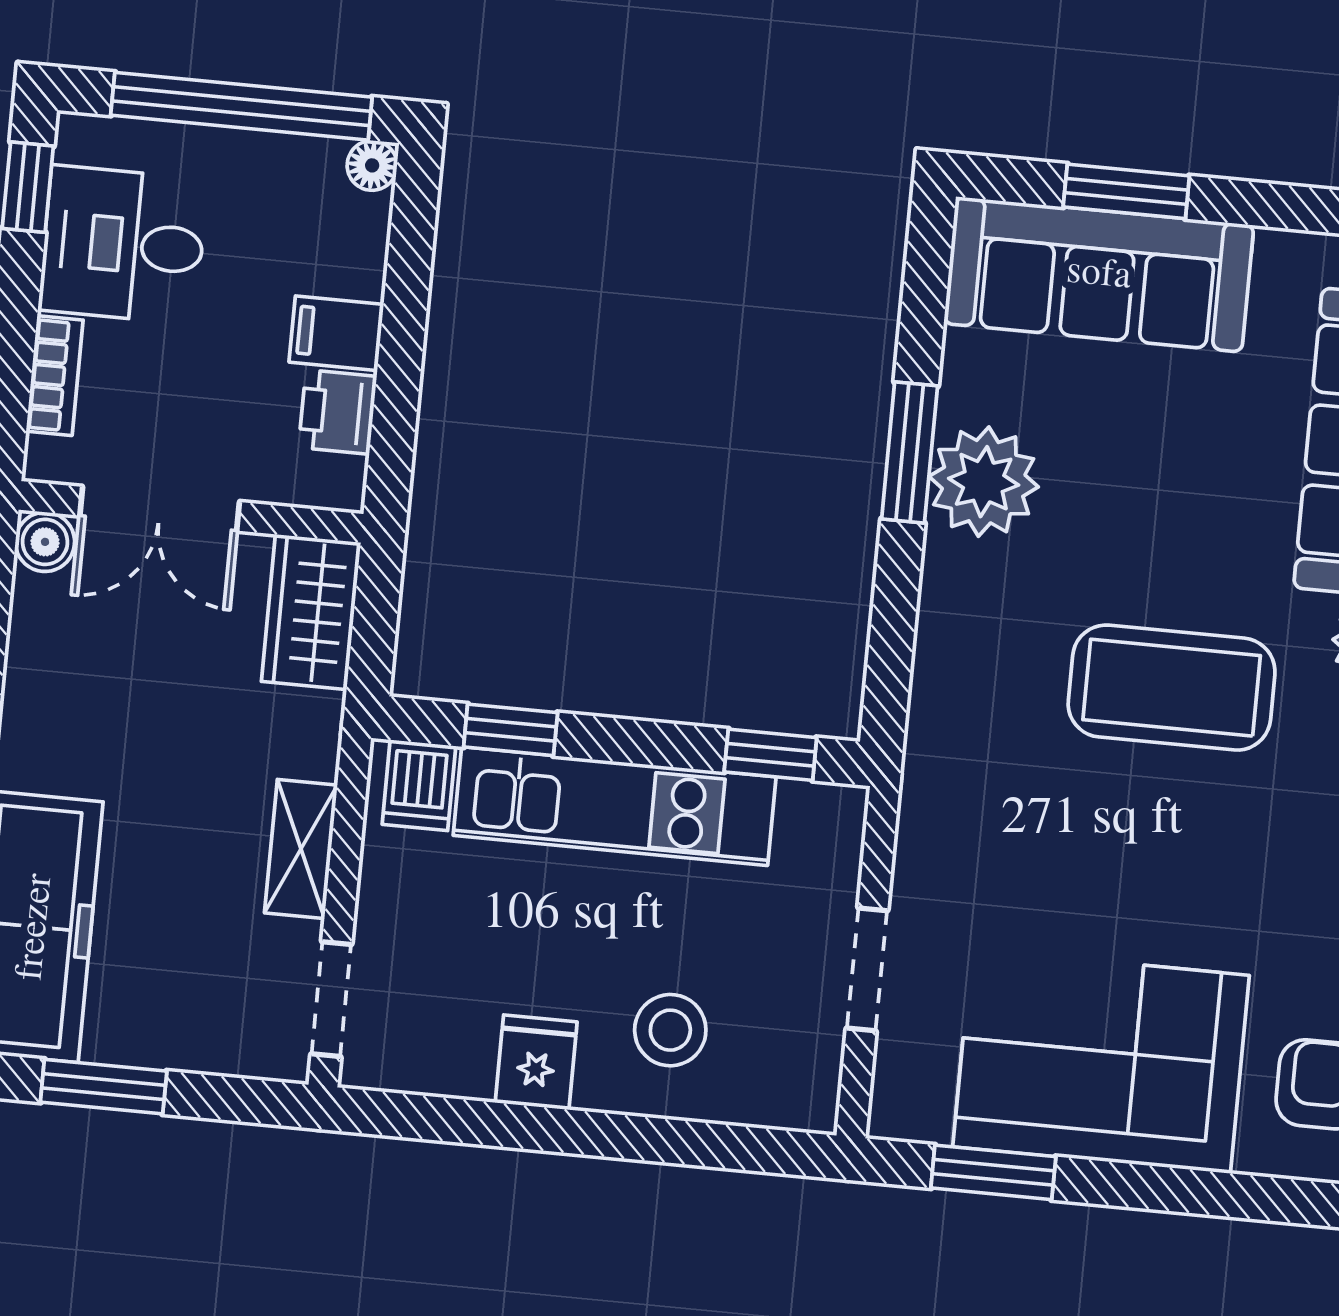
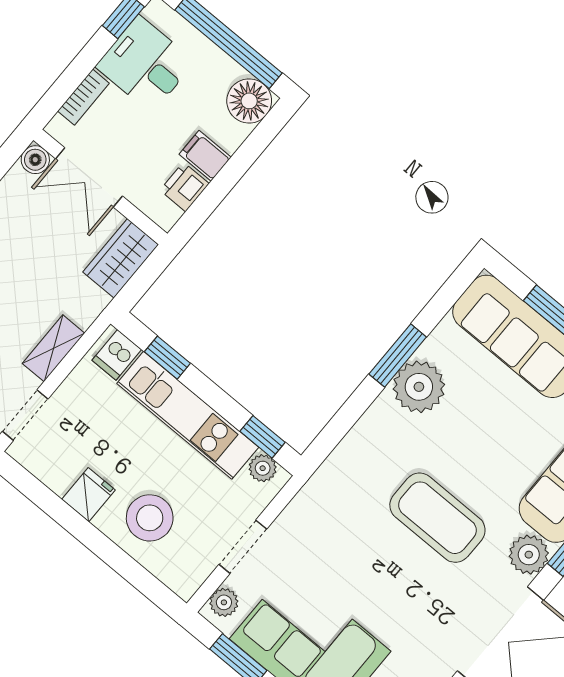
floor lamp: (372, 165) -> (249, 101), width x1.89, depth x1.89
plant: (808, 809) -> (263, 468), added
stool: (670, 1030) -> (150, 518), width x1.38, depth x1.38
plant: (900, 1089) -> (224, 602), added

